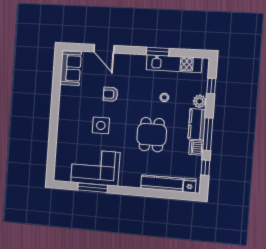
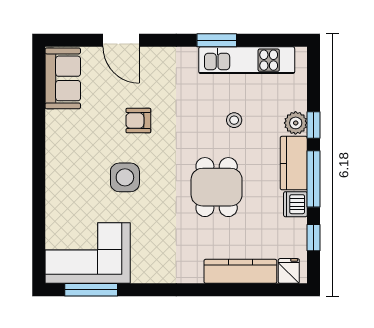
window: (211, 86) -> (314, 125), moved
corner sofa: (95, 167) -> (88, 253), moved
window: (92, 188) -> (91, 290), moved

